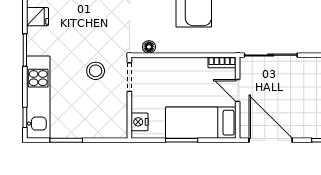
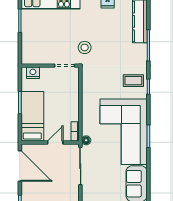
floor lamp: (149, 47) -> (86, 140), moved
stool: (96, 71) -> (85, 47), moved
door: (271, 140) -> (20, 166), hinge flipped

